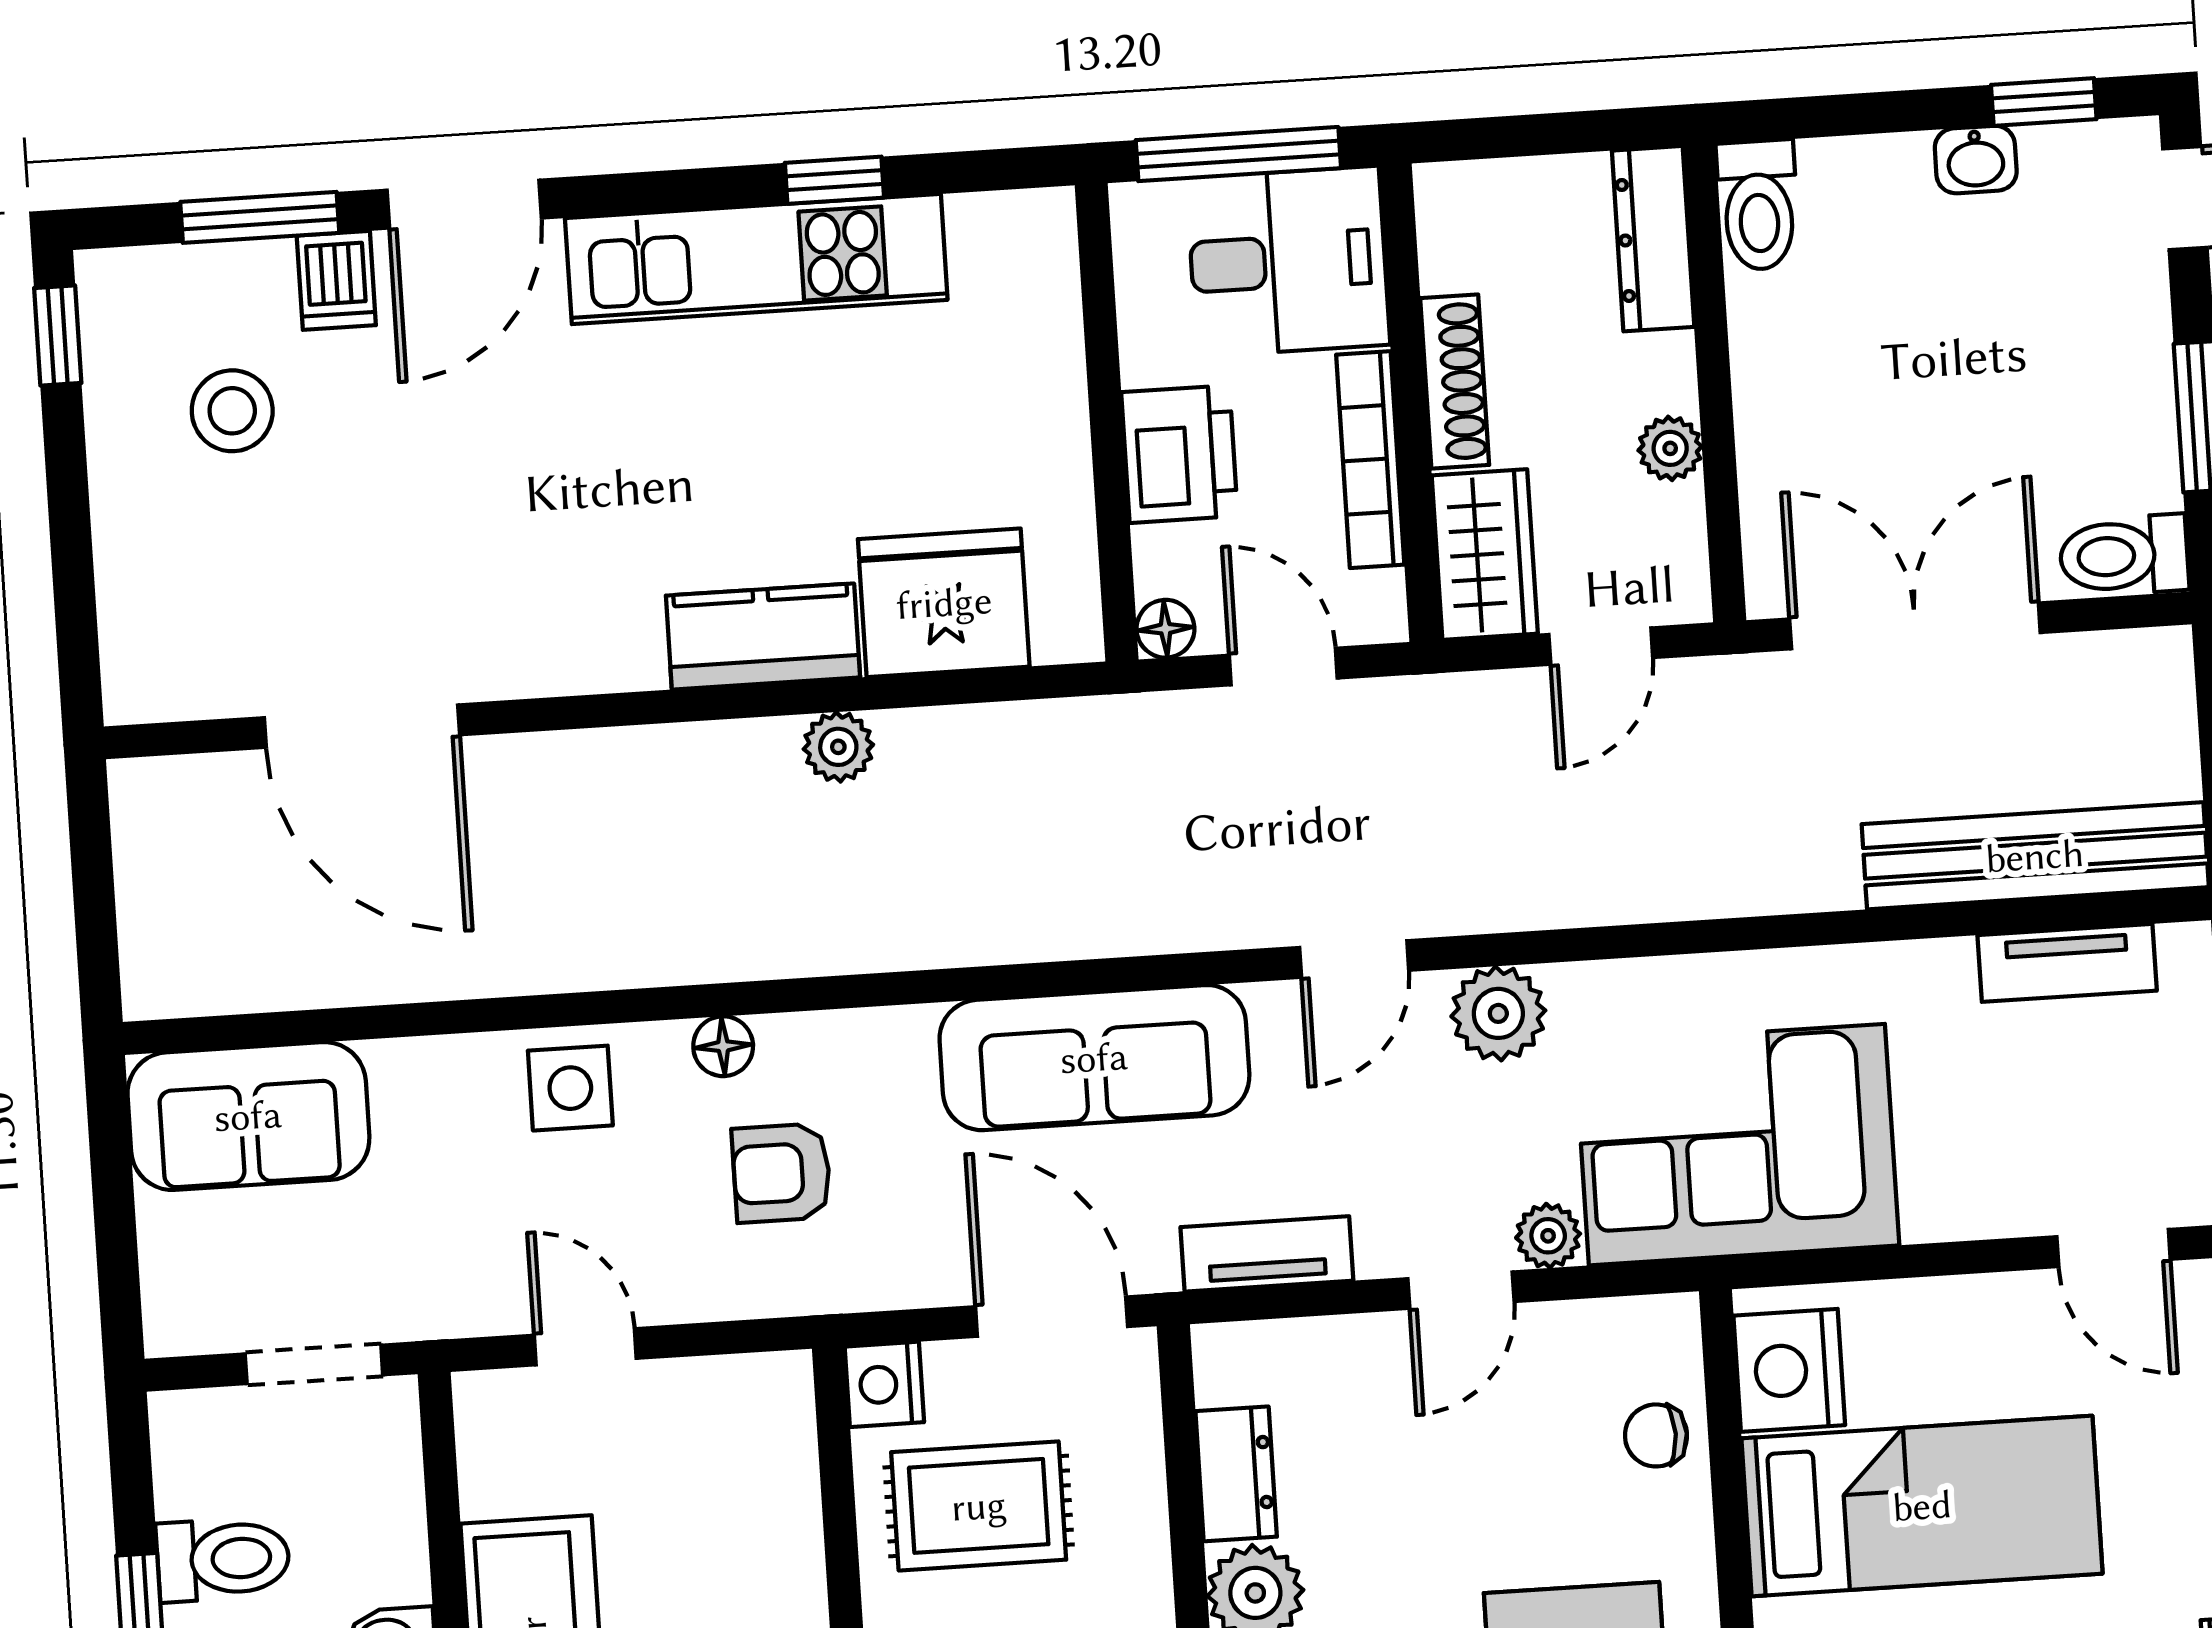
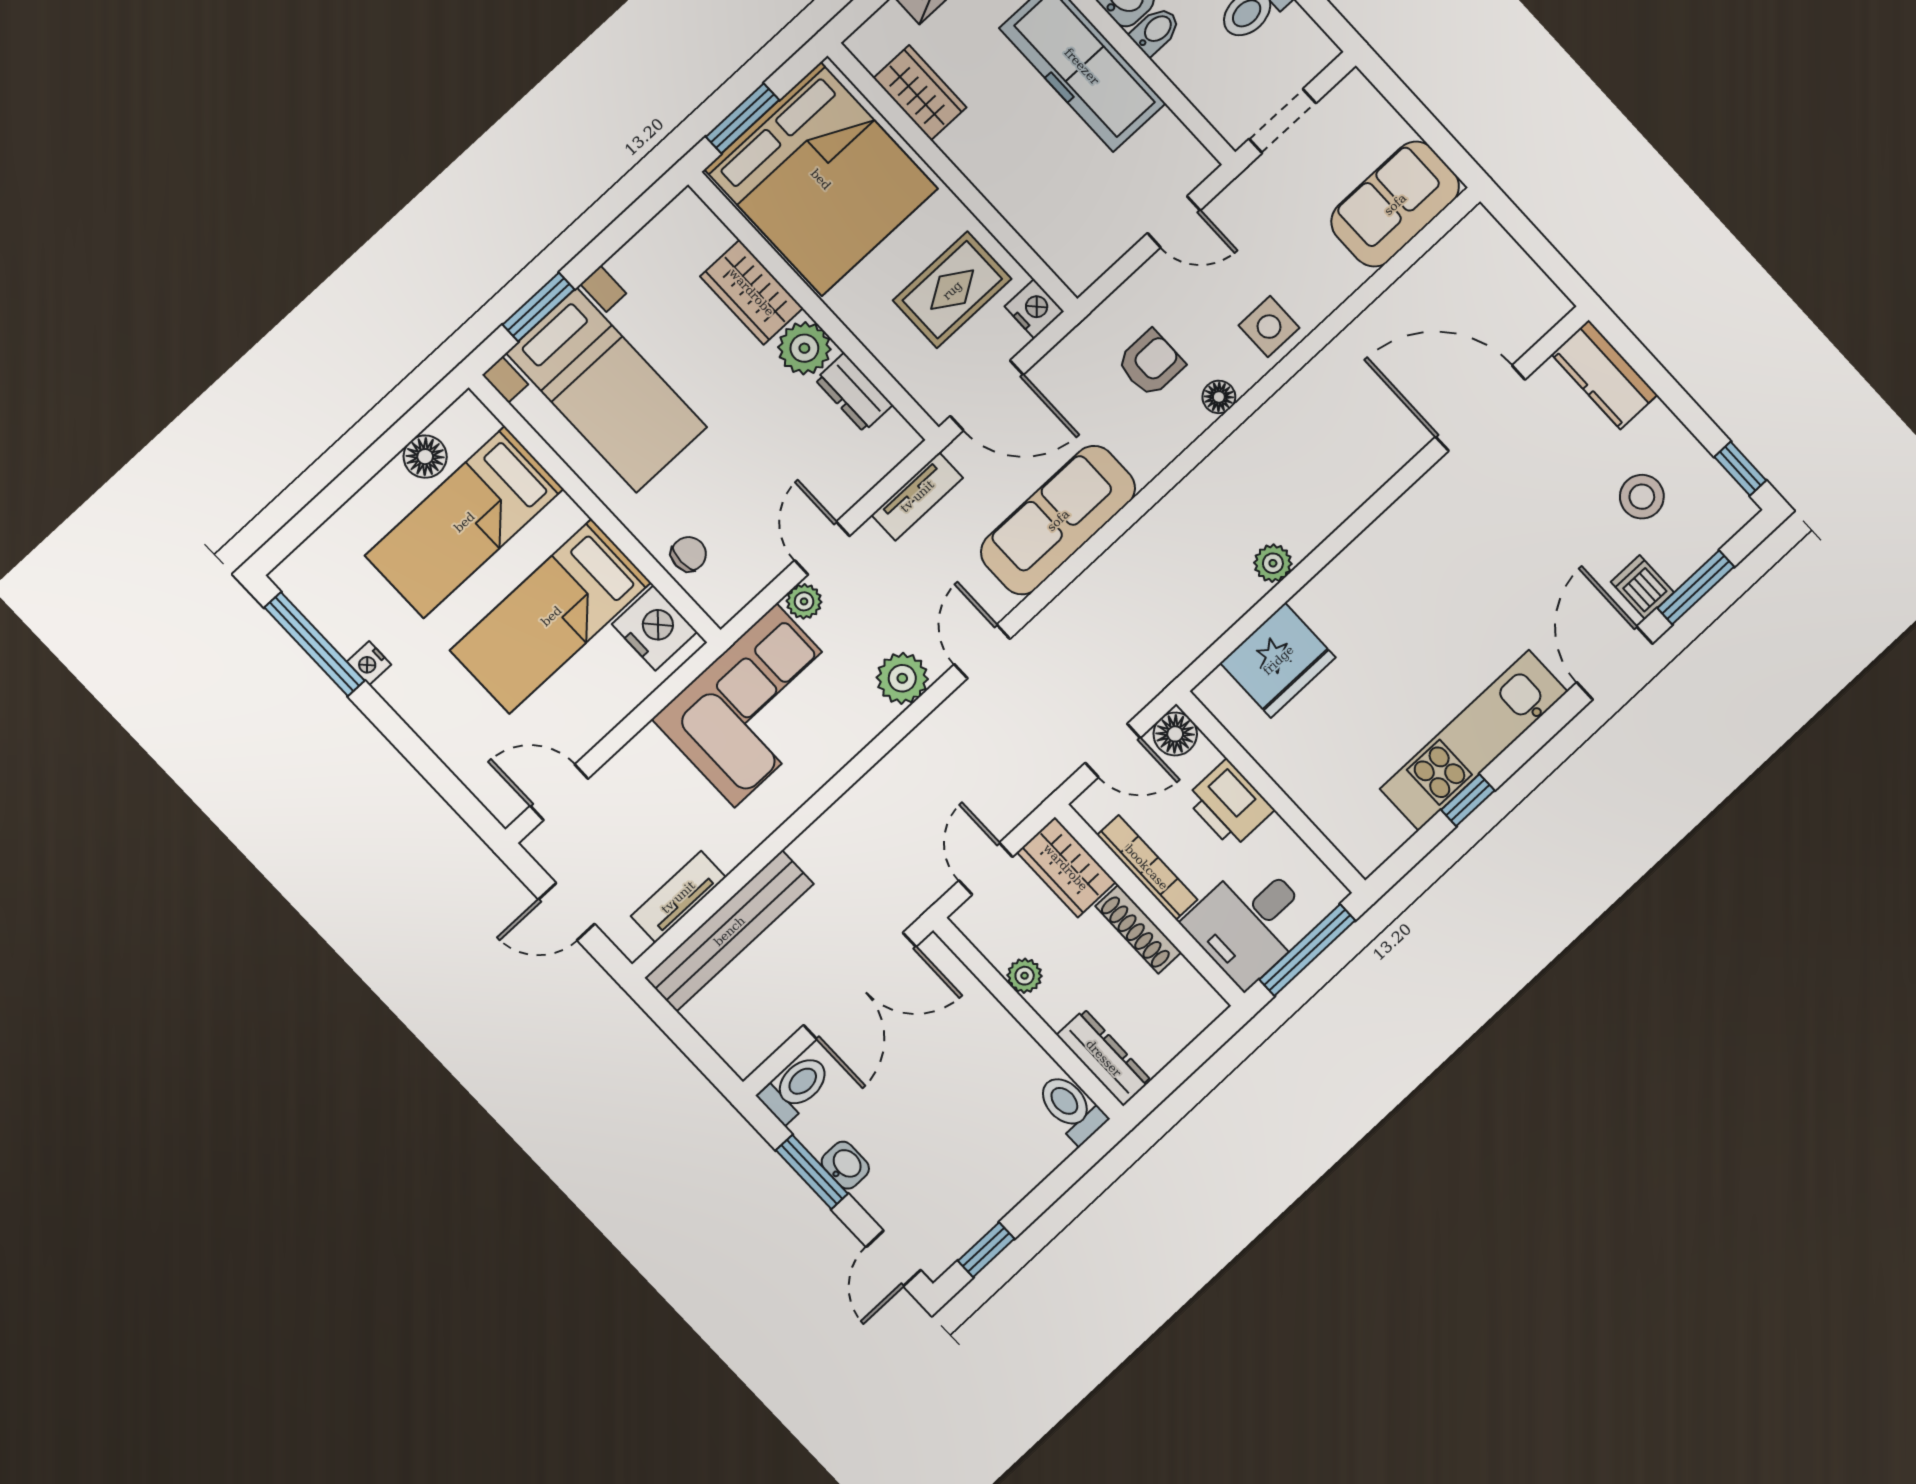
washbasin: (1976, 160) -> (845, 1165), moved, turned 90
floor lamp: (1165, 629) -> (1175, 734), width x1.37, depth x1.37
kitchen counter: (763, 637) -> (1605, 375), moved, turned 90

